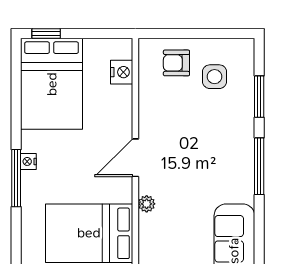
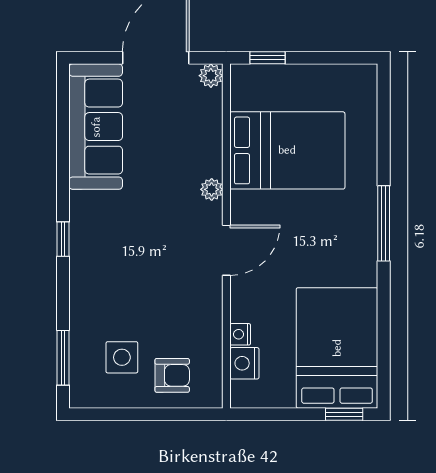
window: (259, 97) -> (63, 358), moved
nightstand: (28, 161) -> (240, 334), moved, turned 180
window: (259, 166) -> (63, 239), width x0.46

